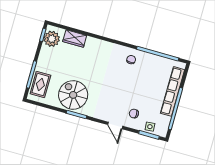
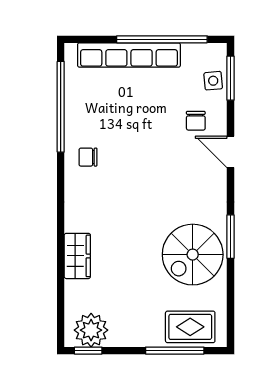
wardrobe: (75, 38) -> (77, 256), moved
door: (115, 125) -> (230, 152), swing flipped

